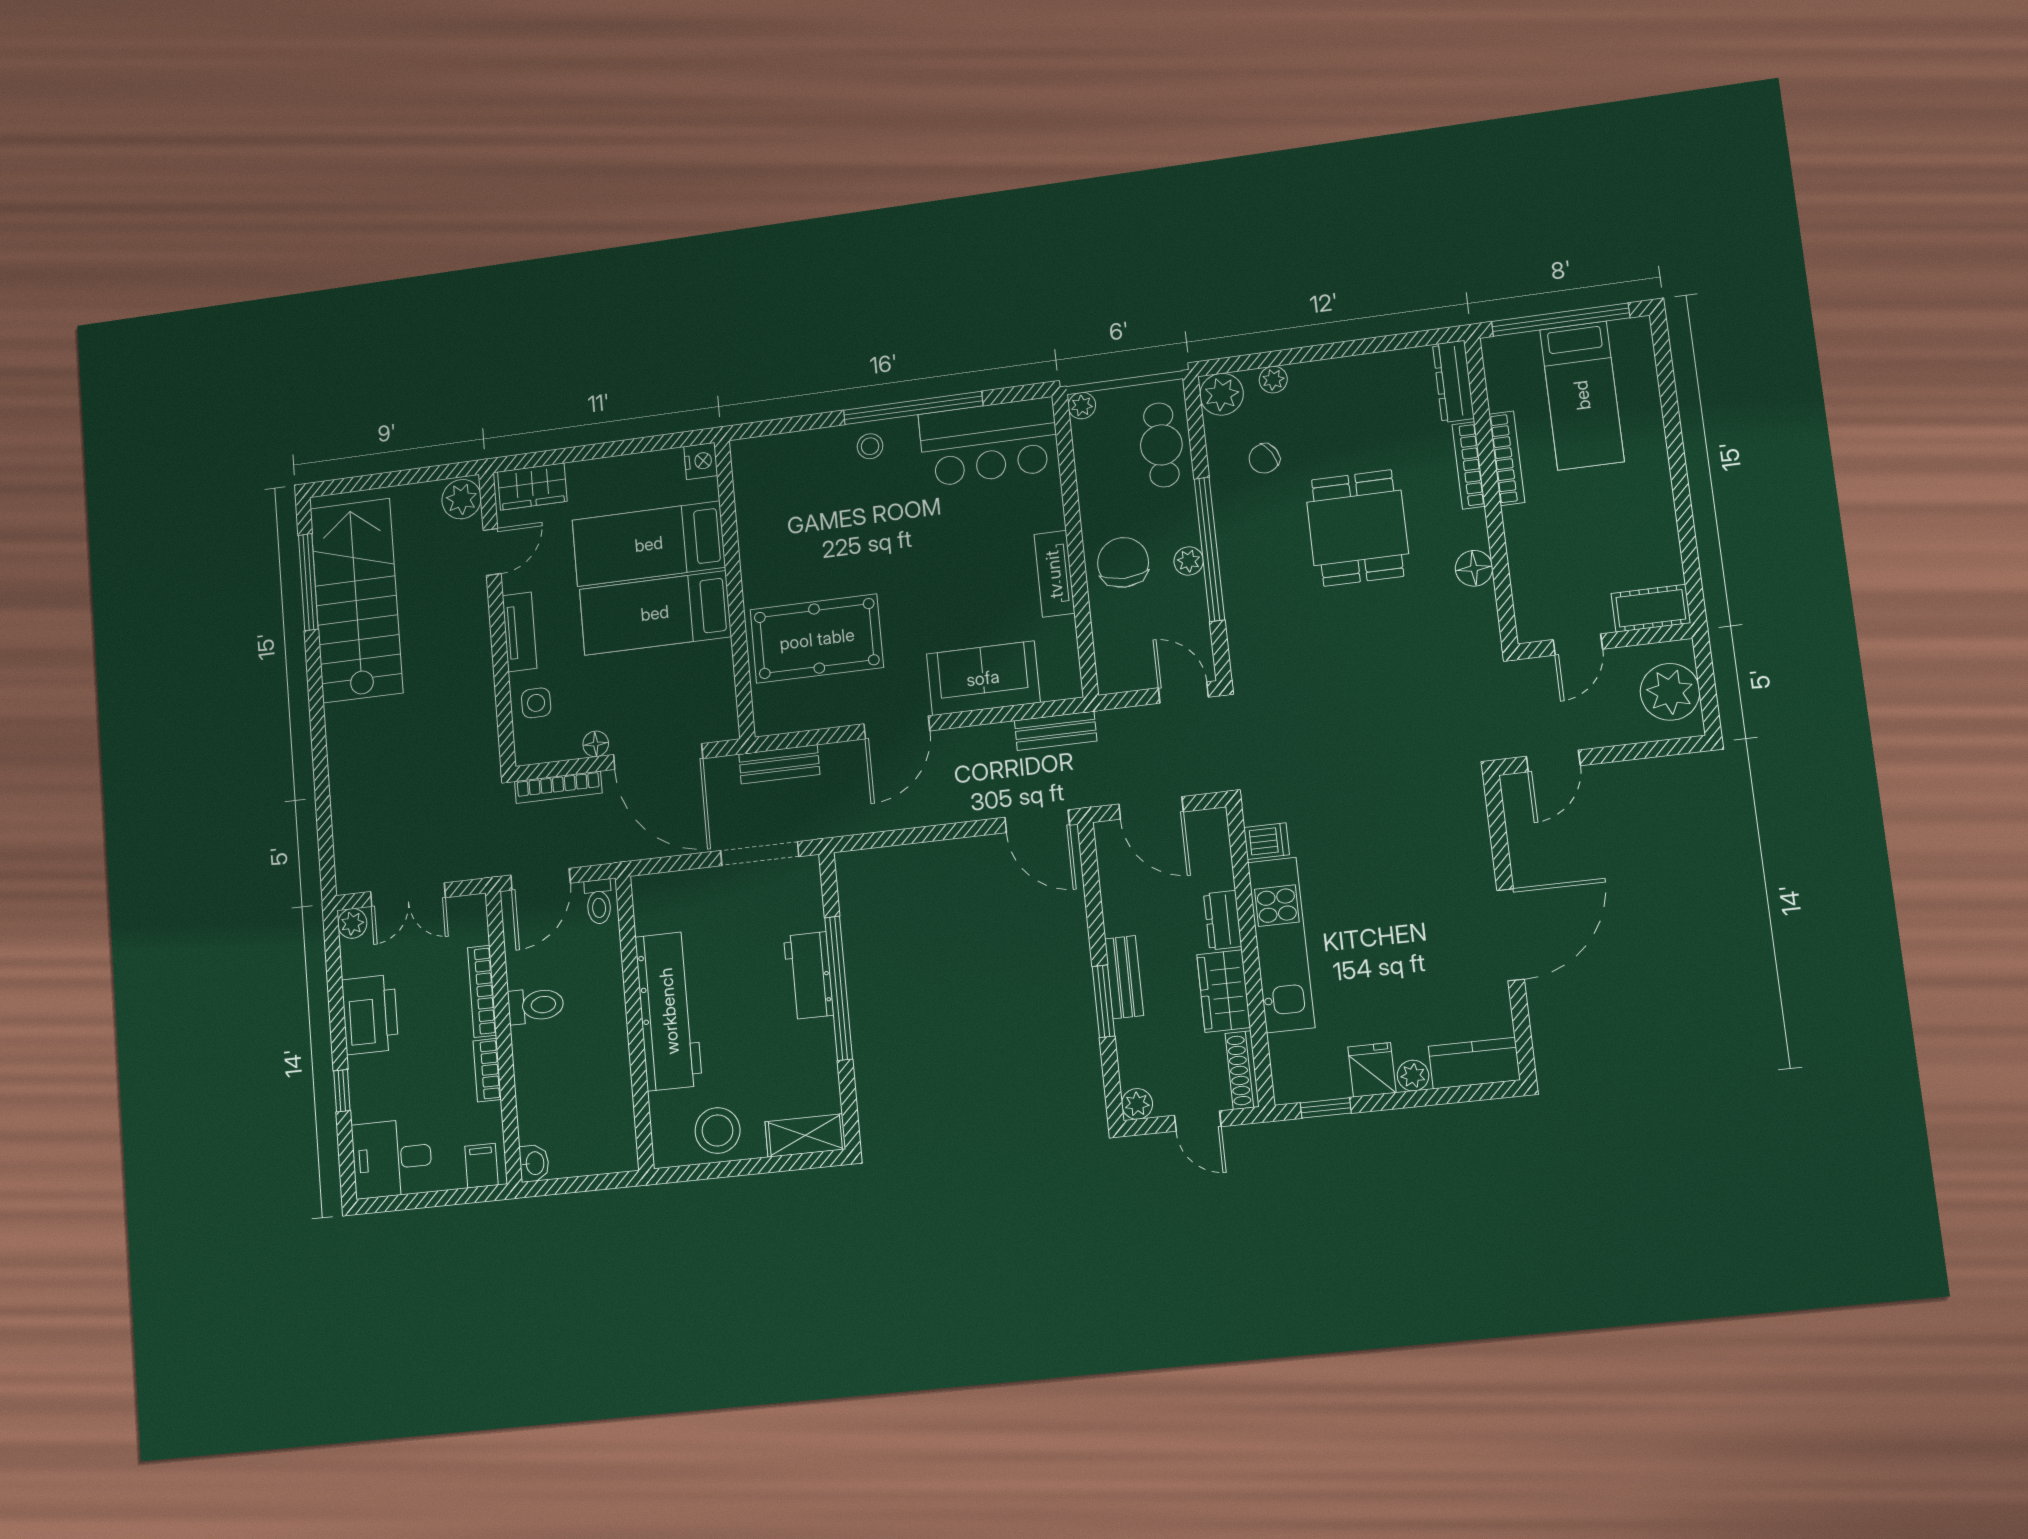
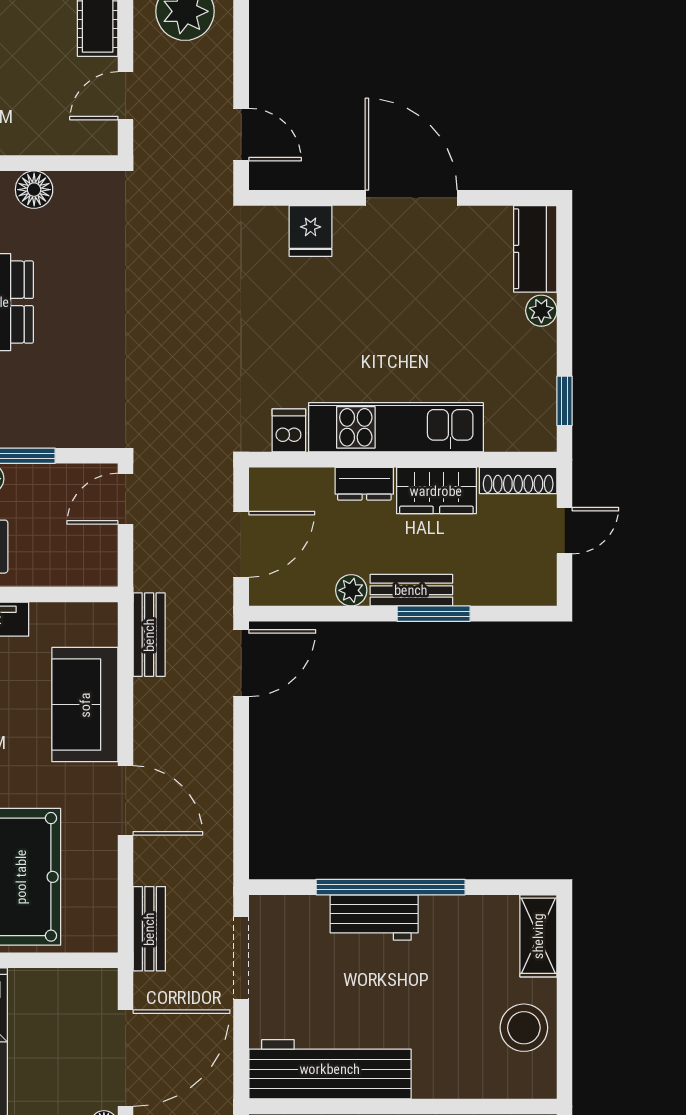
door: (1578, 644) -> (126, 96), swing flipped
workbench: (669, 1011) -> (330, 1069), moved
fridge: (1372, 1070) -> (311, 231), moved, turned -90
plant: (1137, 1104) -> (351, 590), moved

